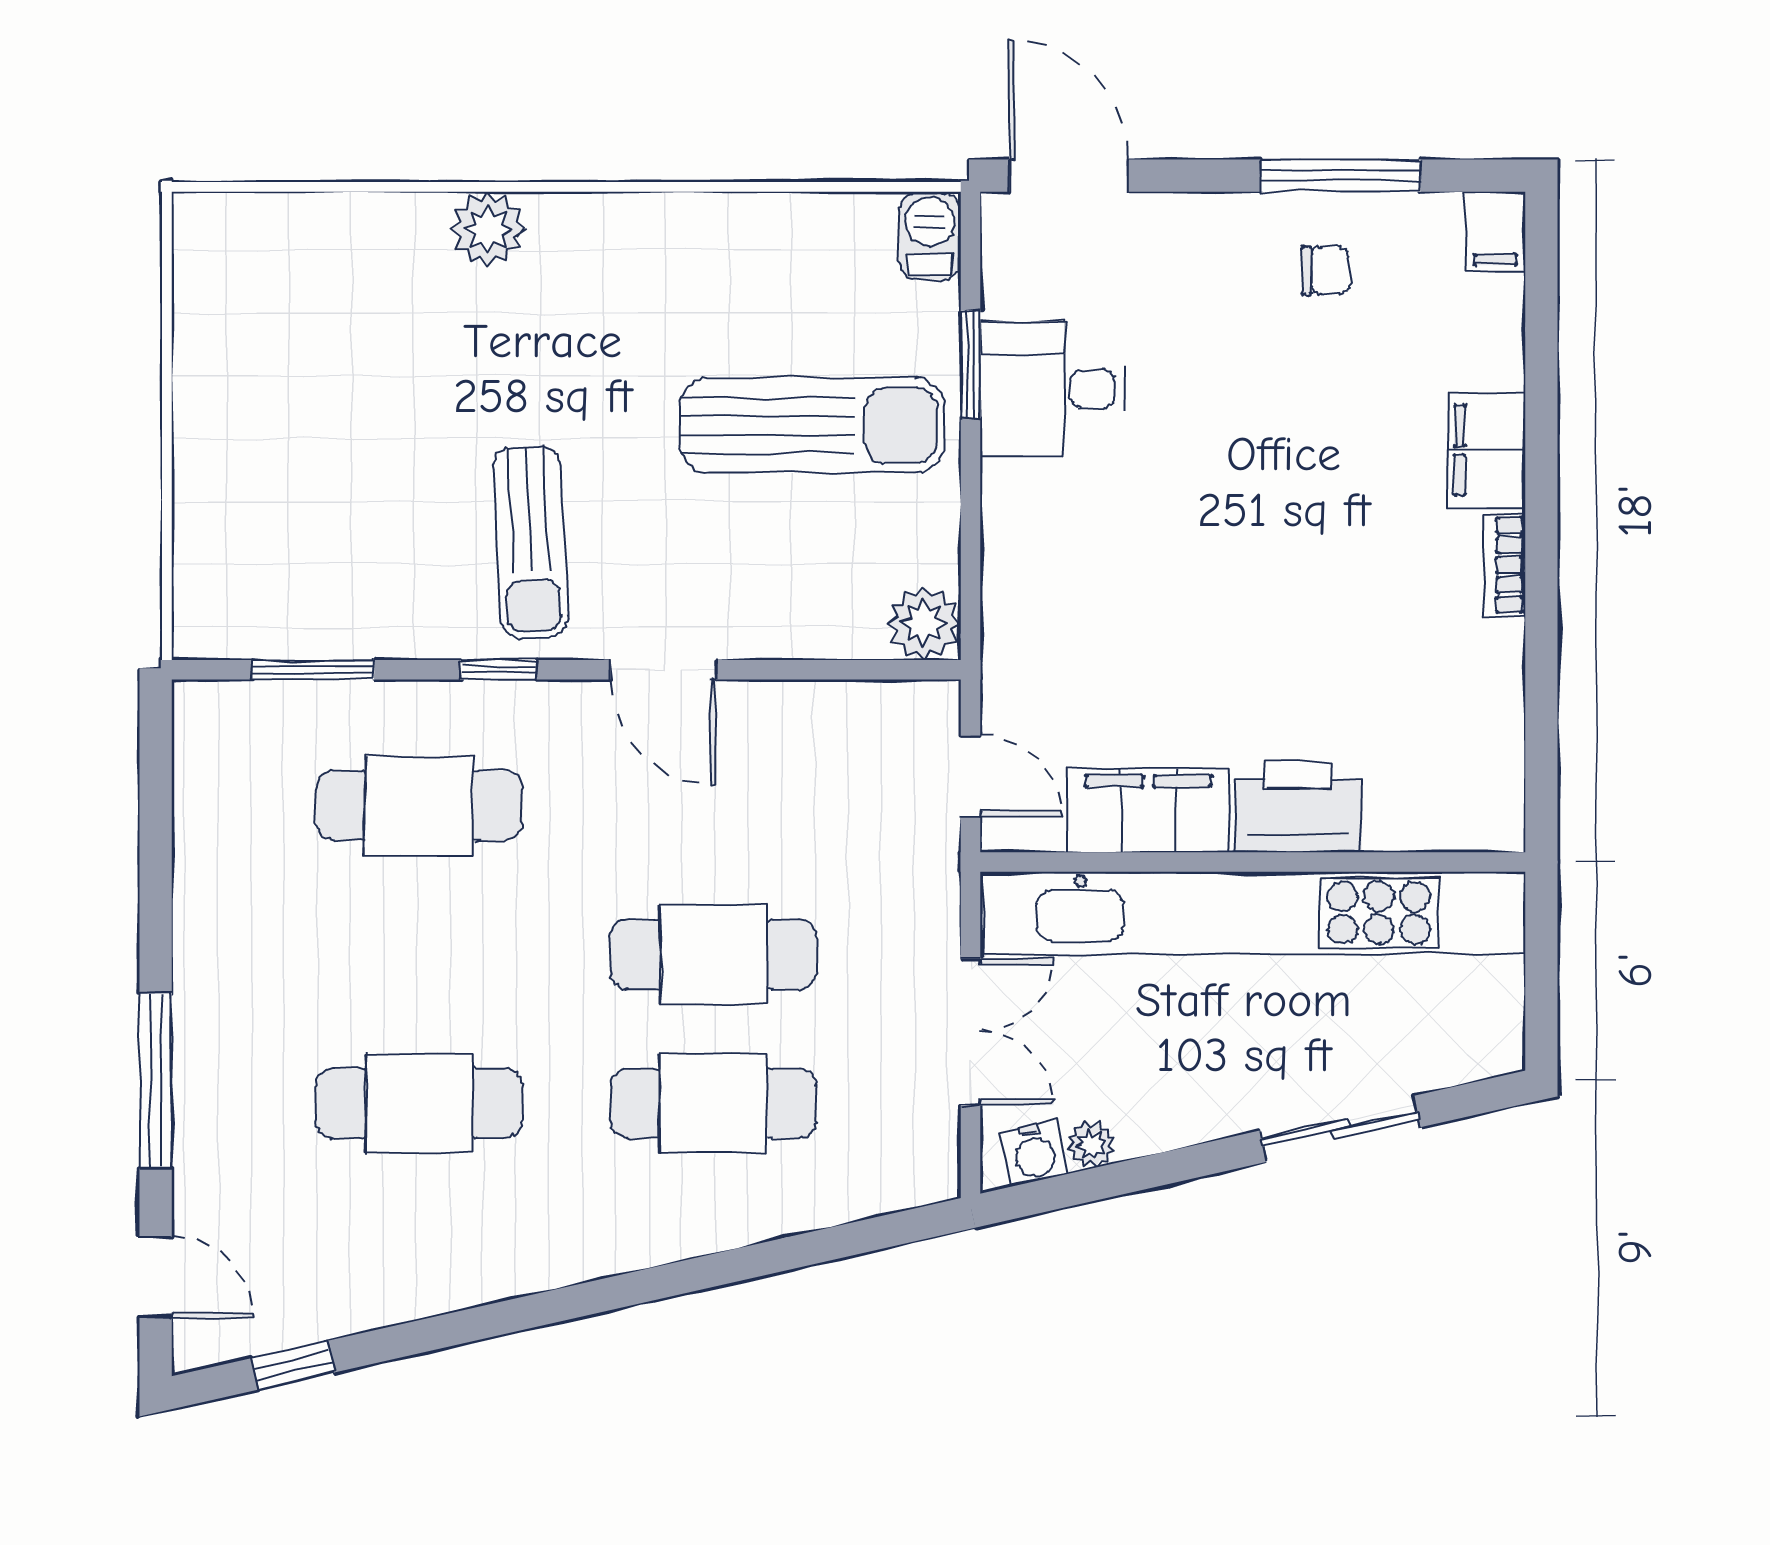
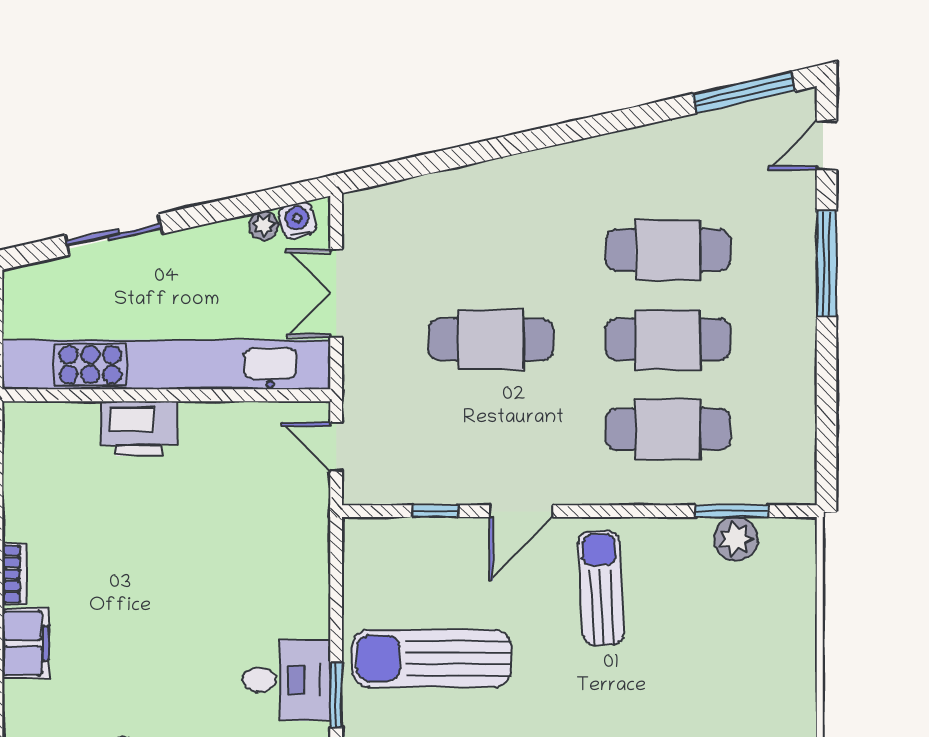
plant: (924, 623) -> (736, 539), moved
window: (498, 670) -> (435, 511), moved
door: (663, 670) -> (521, 511), swing flipped
filing cabinet: (1148, 810) -> (229, 426), removed
cafe table: (713, 1103) -> (668, 340), moved
door: (156, 1277) -> (827, 145), hinge flipped
window: (293, 1365) -> (744, 92), width x2.17

